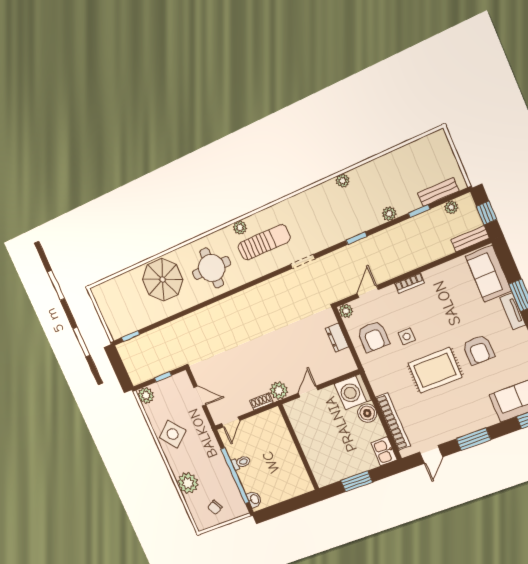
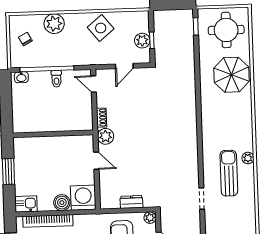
sun lounger: (264, 242) -> (229, 173), turned 180
round table: (212, 268) -> (226, 30), moved
plant: (146, 395) -> (142, 41), moved

